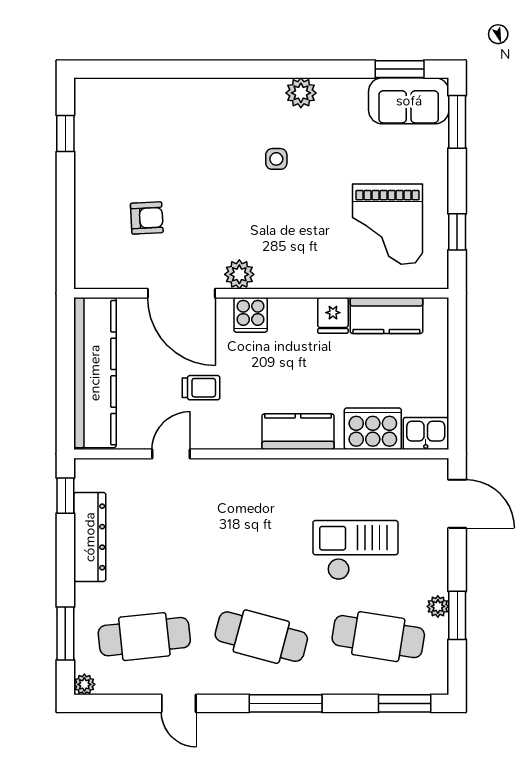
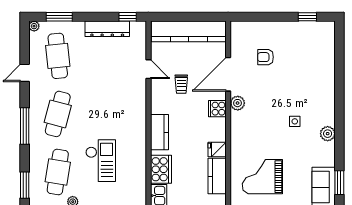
armchair: (147, 218) -> (265, 57), turned 93

